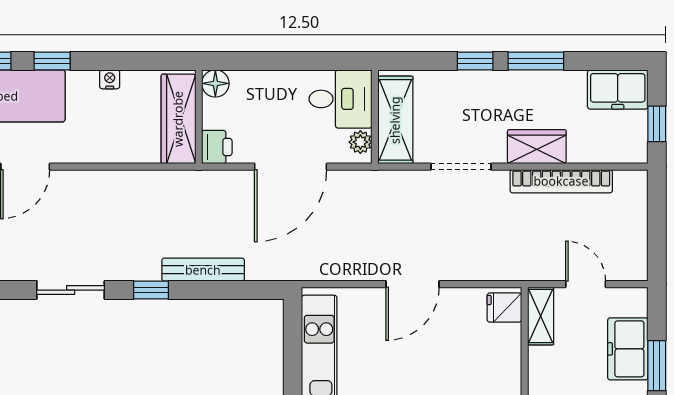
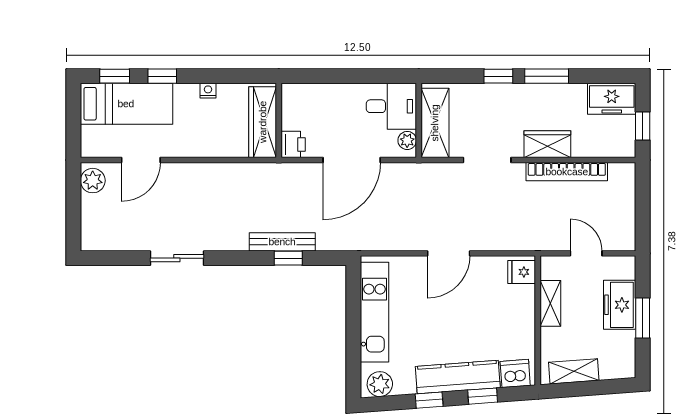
floor lamp: (215, 83) -> (292, 94), removed
window: (151, 290) -> (288, 258), moved
shelving: (541, 316) -> (550, 303), moved

